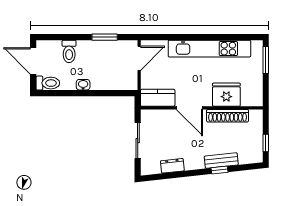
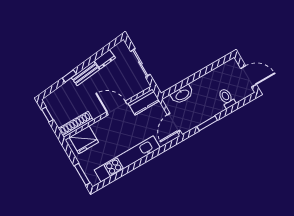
toilet: (48, 83) -> (229, 67), removed
washbasin: (83, 85) -> (182, 95), moved, width x1.91, depth x1.45
fridge: (226, 95) -> (84, 140), moved
shoe rack: (228, 116) -> (76, 124), moved
bench: (221, 161) -> (85, 74), moved

